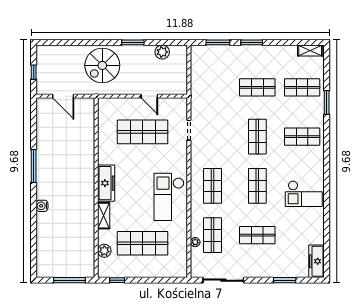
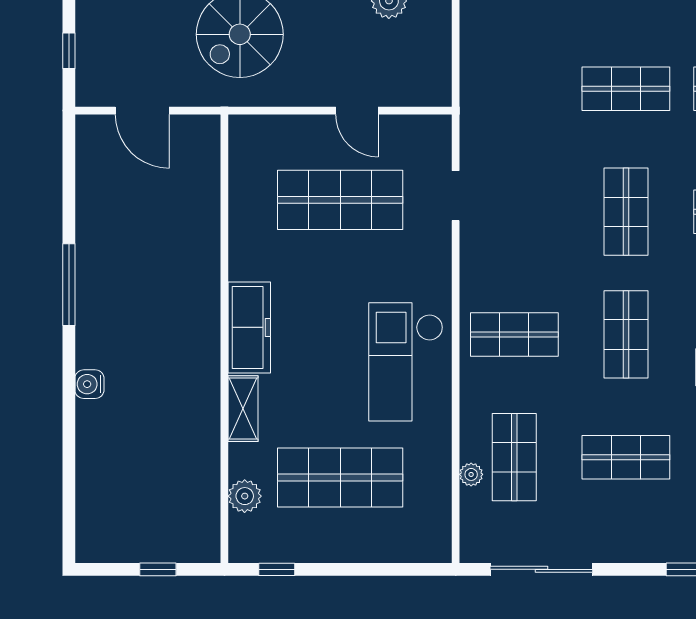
shop shelf: (212, 186) -> (514, 334), turned 90
window: (69, 280) -> (158, 569), width x0.46

